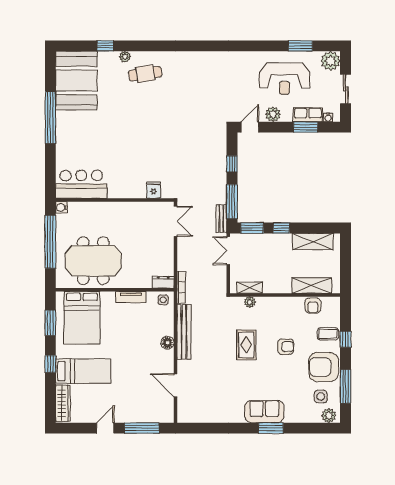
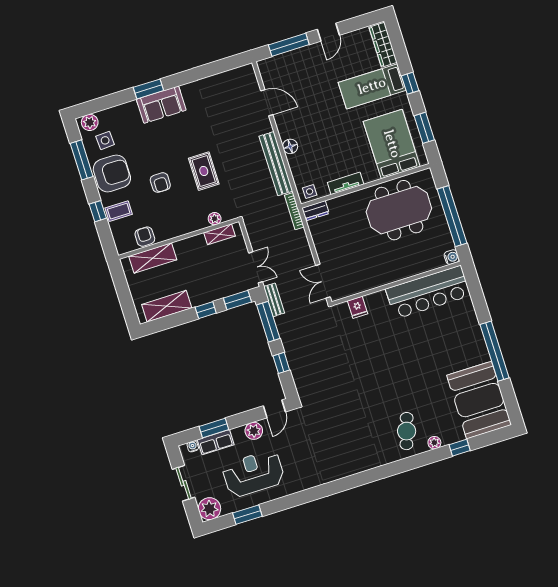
cafe table: (145, 74) -> (407, 431), turned -64
bar counter: (81, 184) -> (428, 292), width x1.36
armchair: (286, 347) -> (160, 183), turned -90

